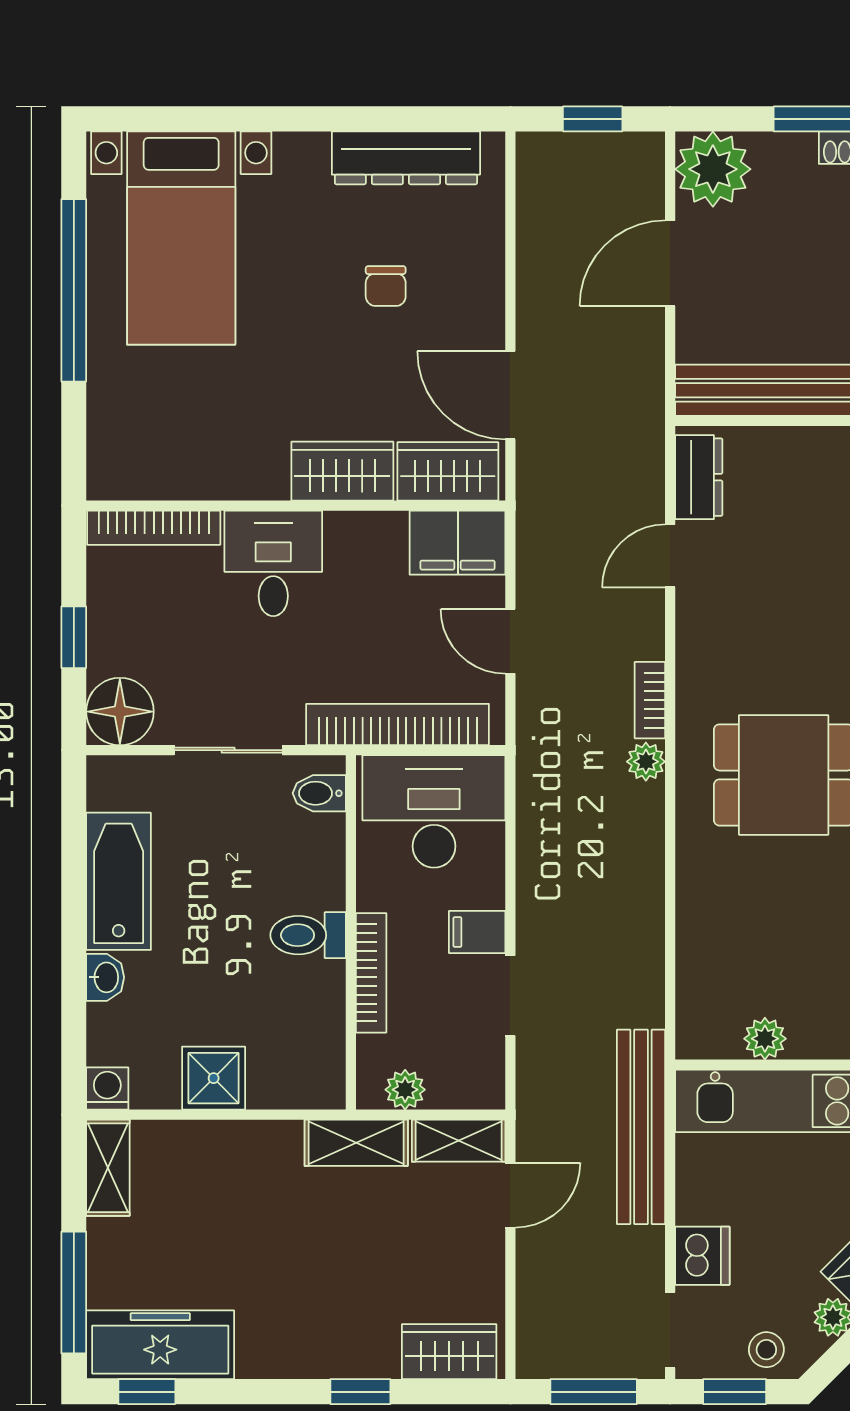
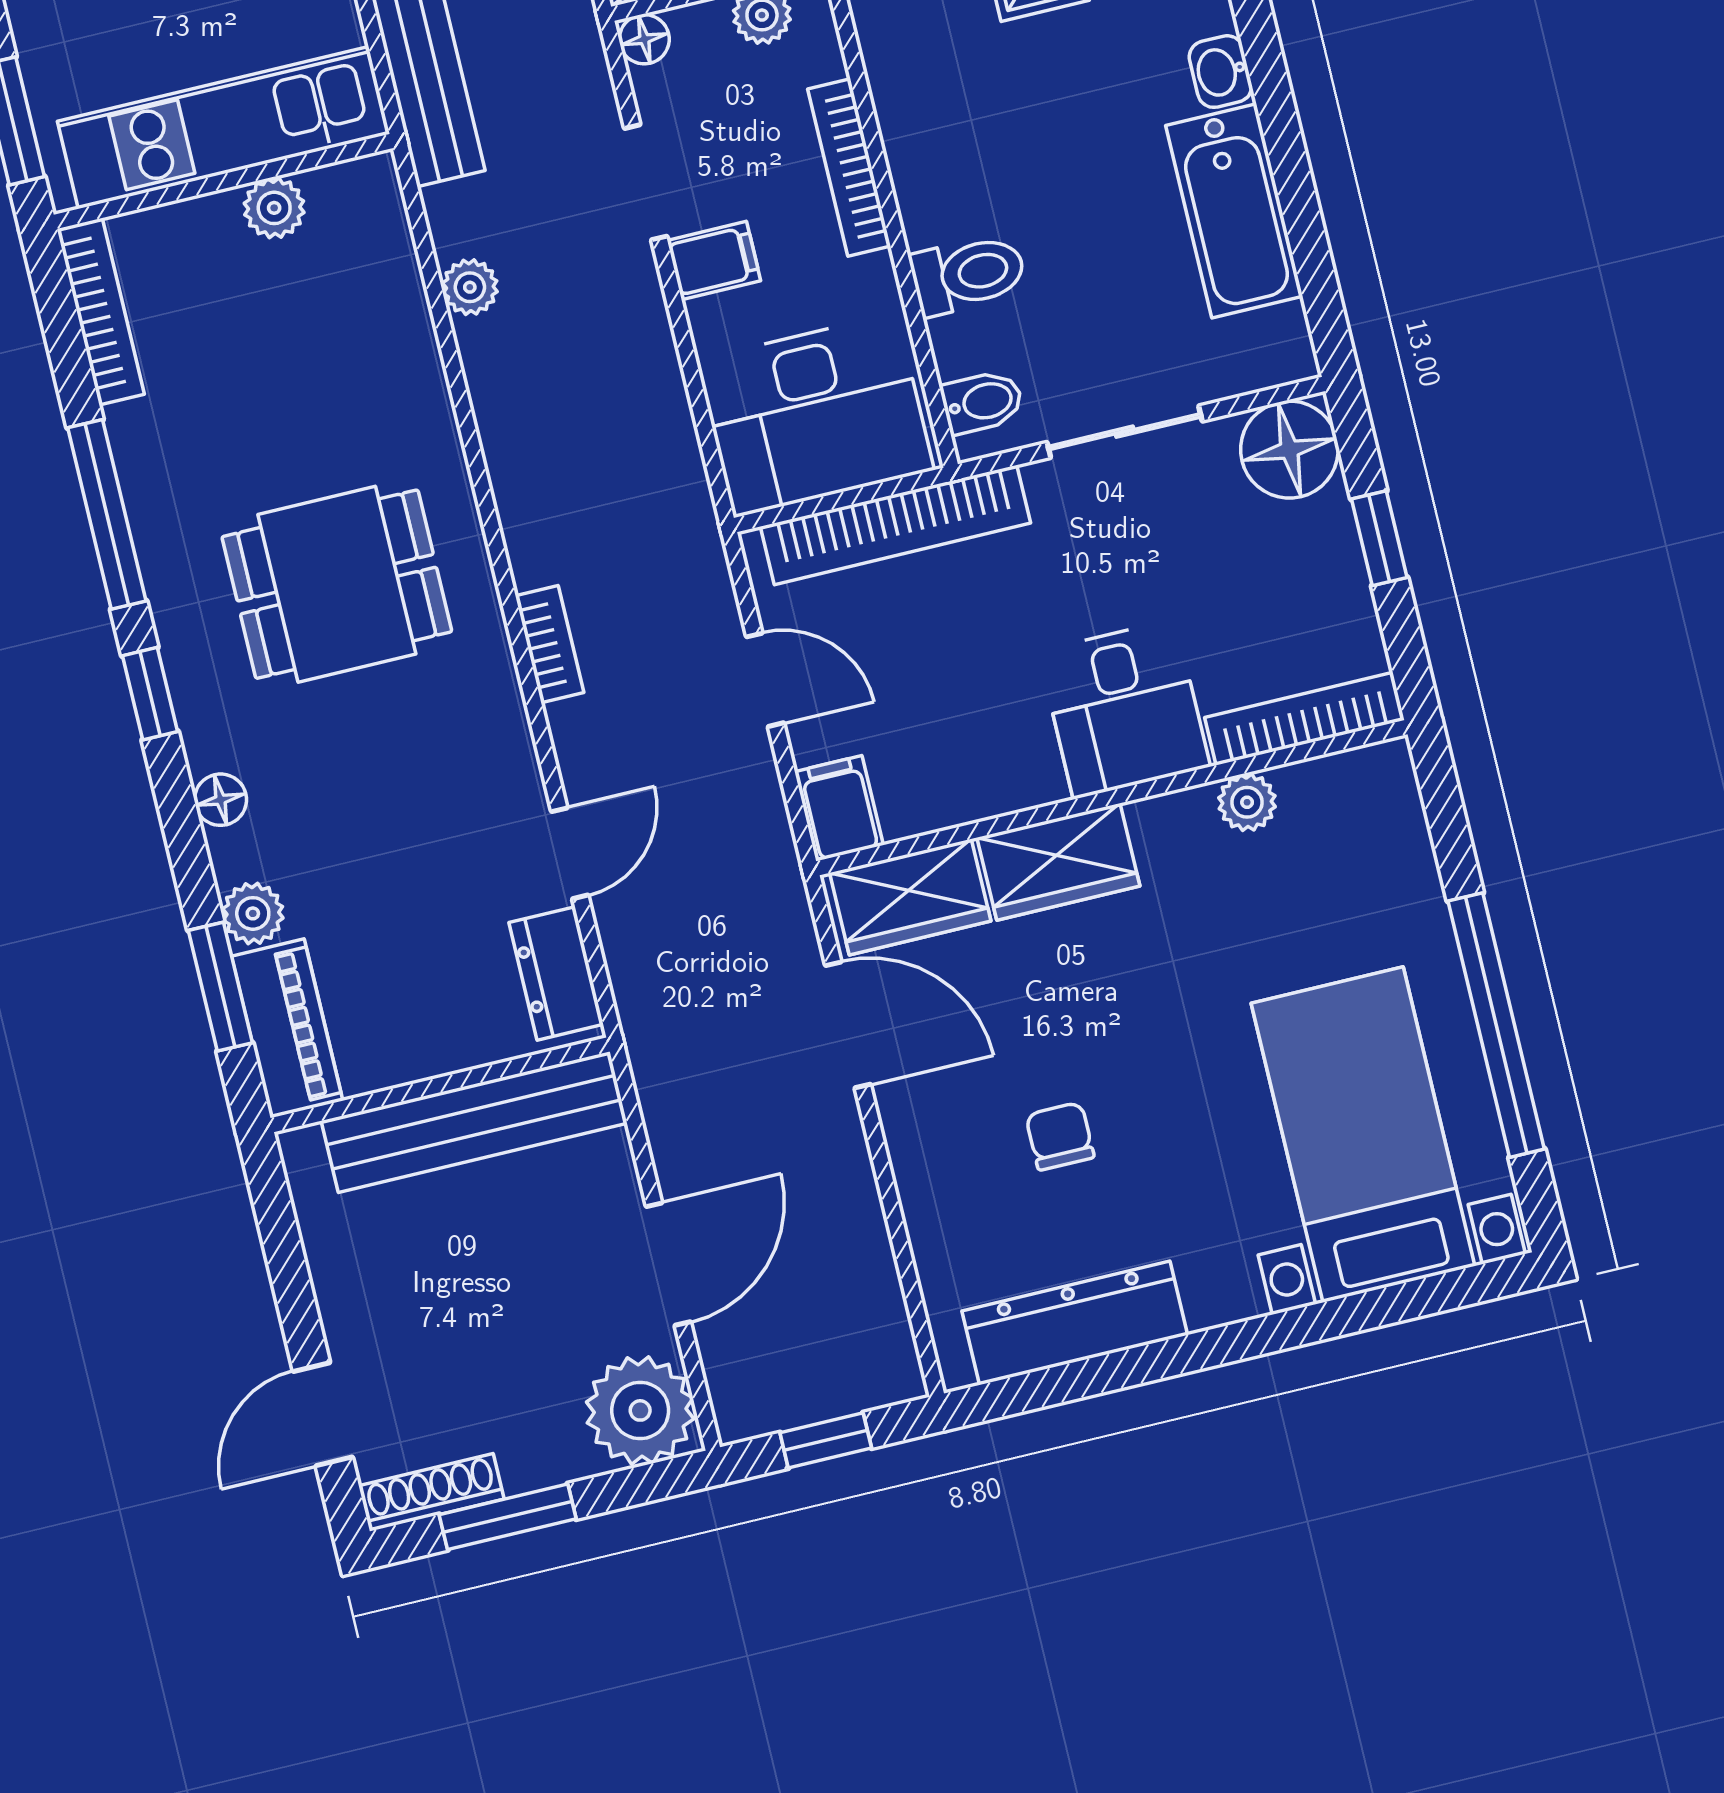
plant: (206, 481) -> (1247, 802), added
filing cabinet: (458, 543) -> (839, 808), width x0.50
plant: (646, 762) -> (470, 287), moved
toilet: (308, 935) -> (968, 274), moved
floor lamp: (488, 1092) -> (644, 39), added

